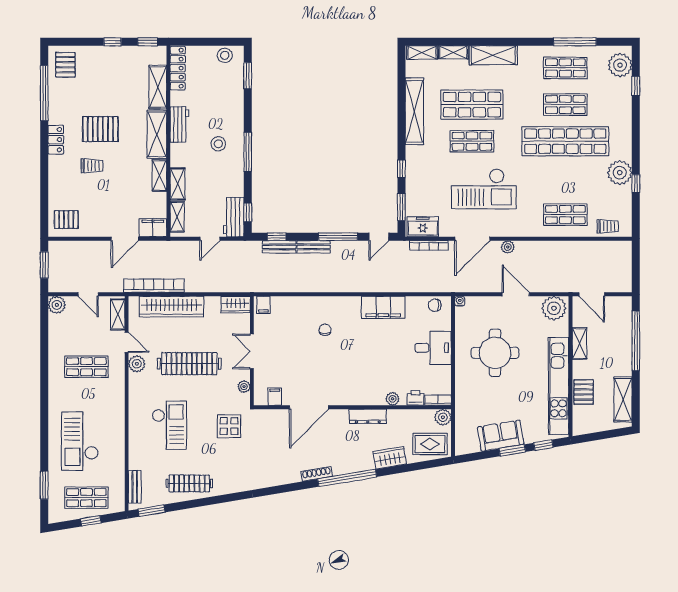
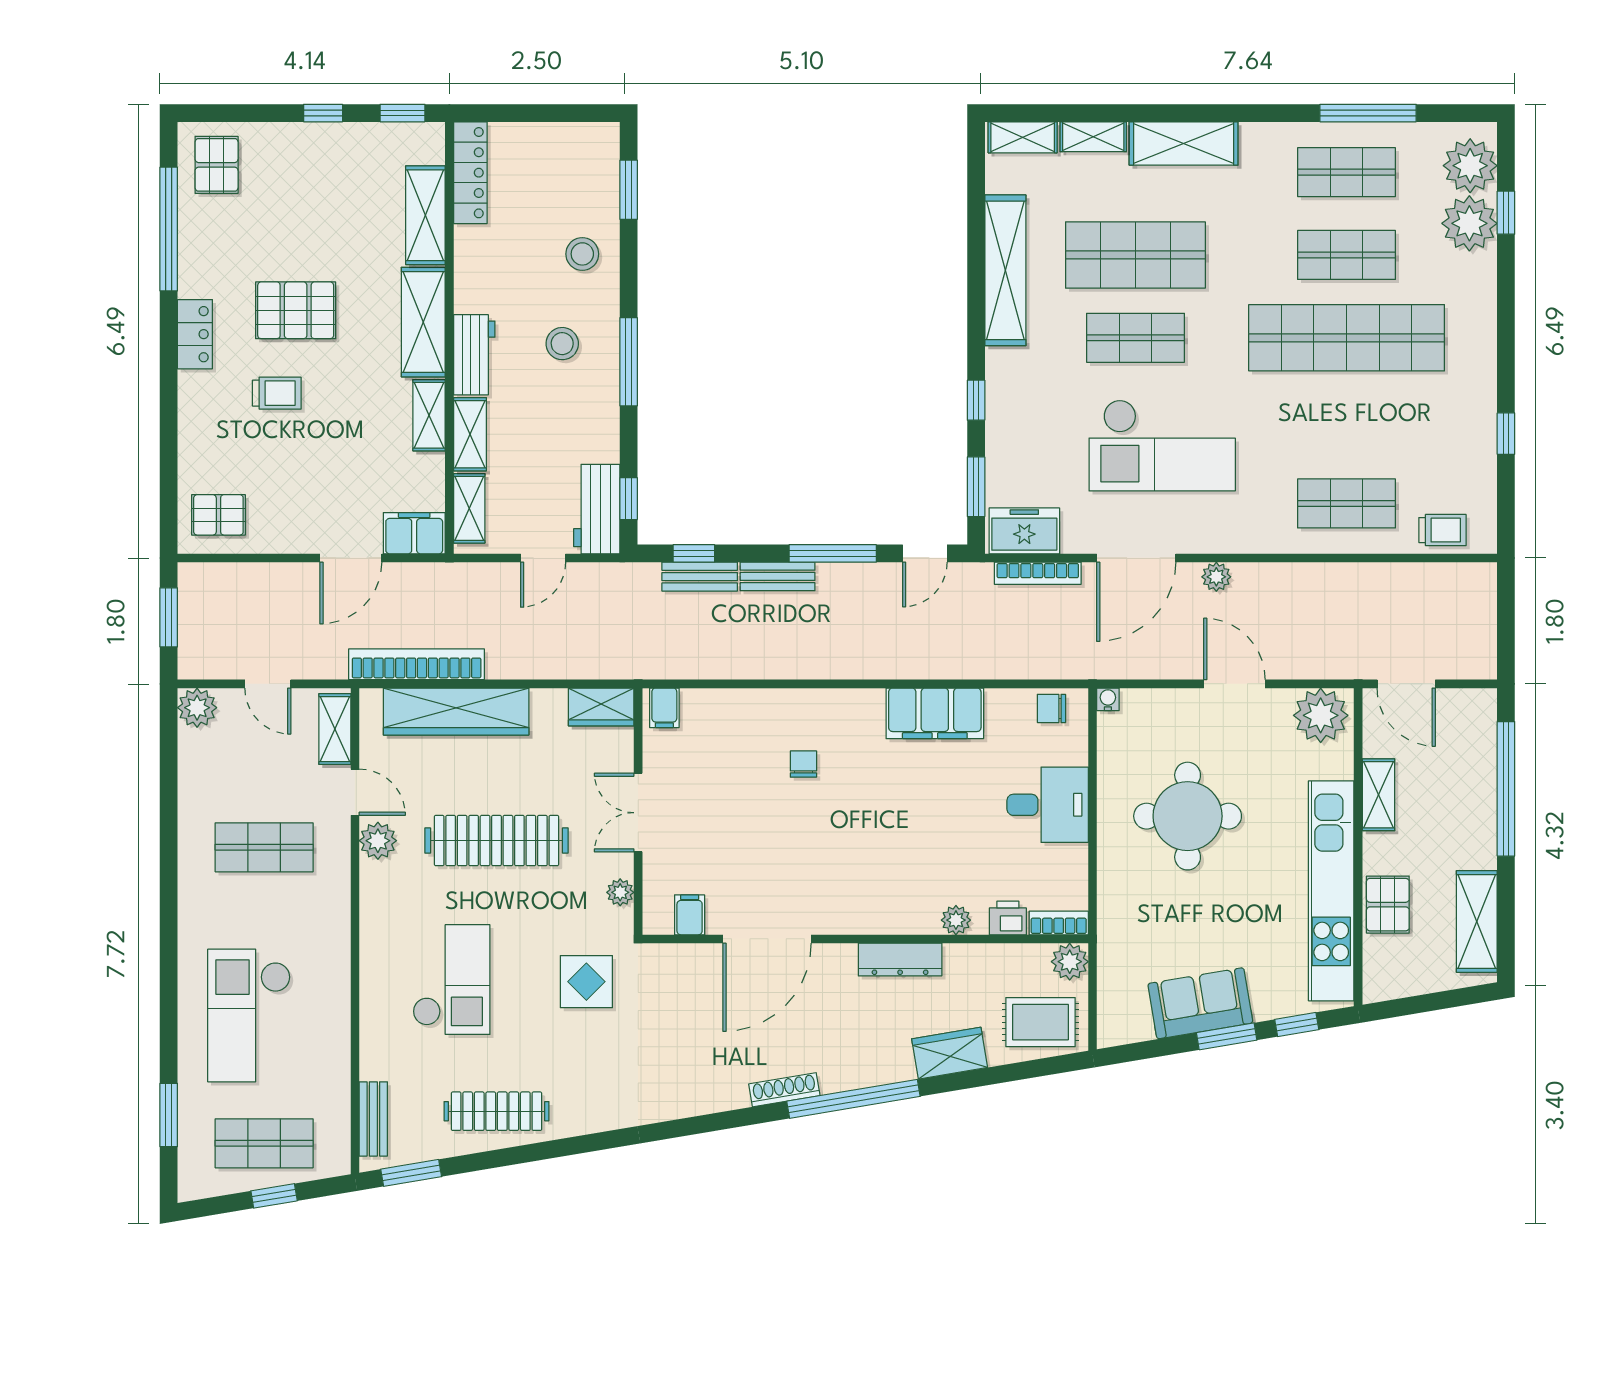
stool: (225, 55) -> (582, 254), moved
workbench: (179, 125) -> (474, 355), moved
plant: (620, 173) -> (1469, 223), moved

